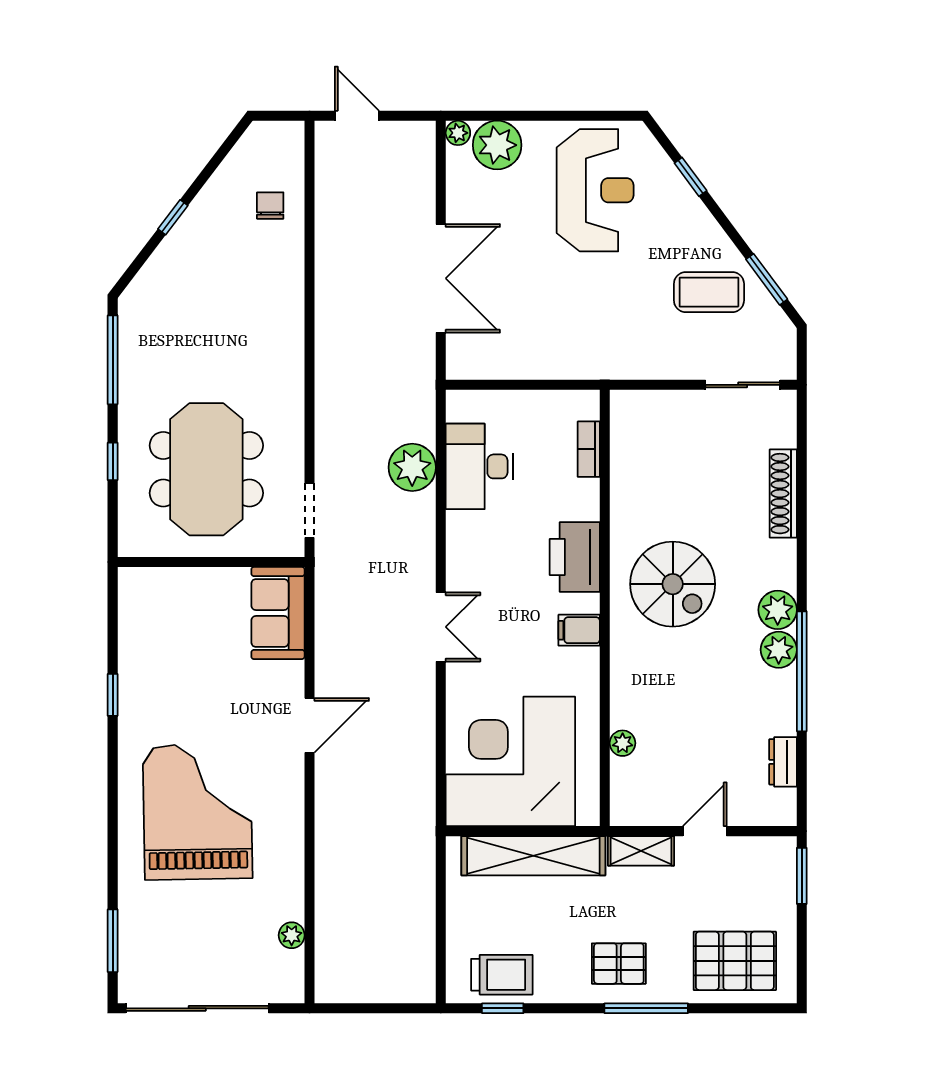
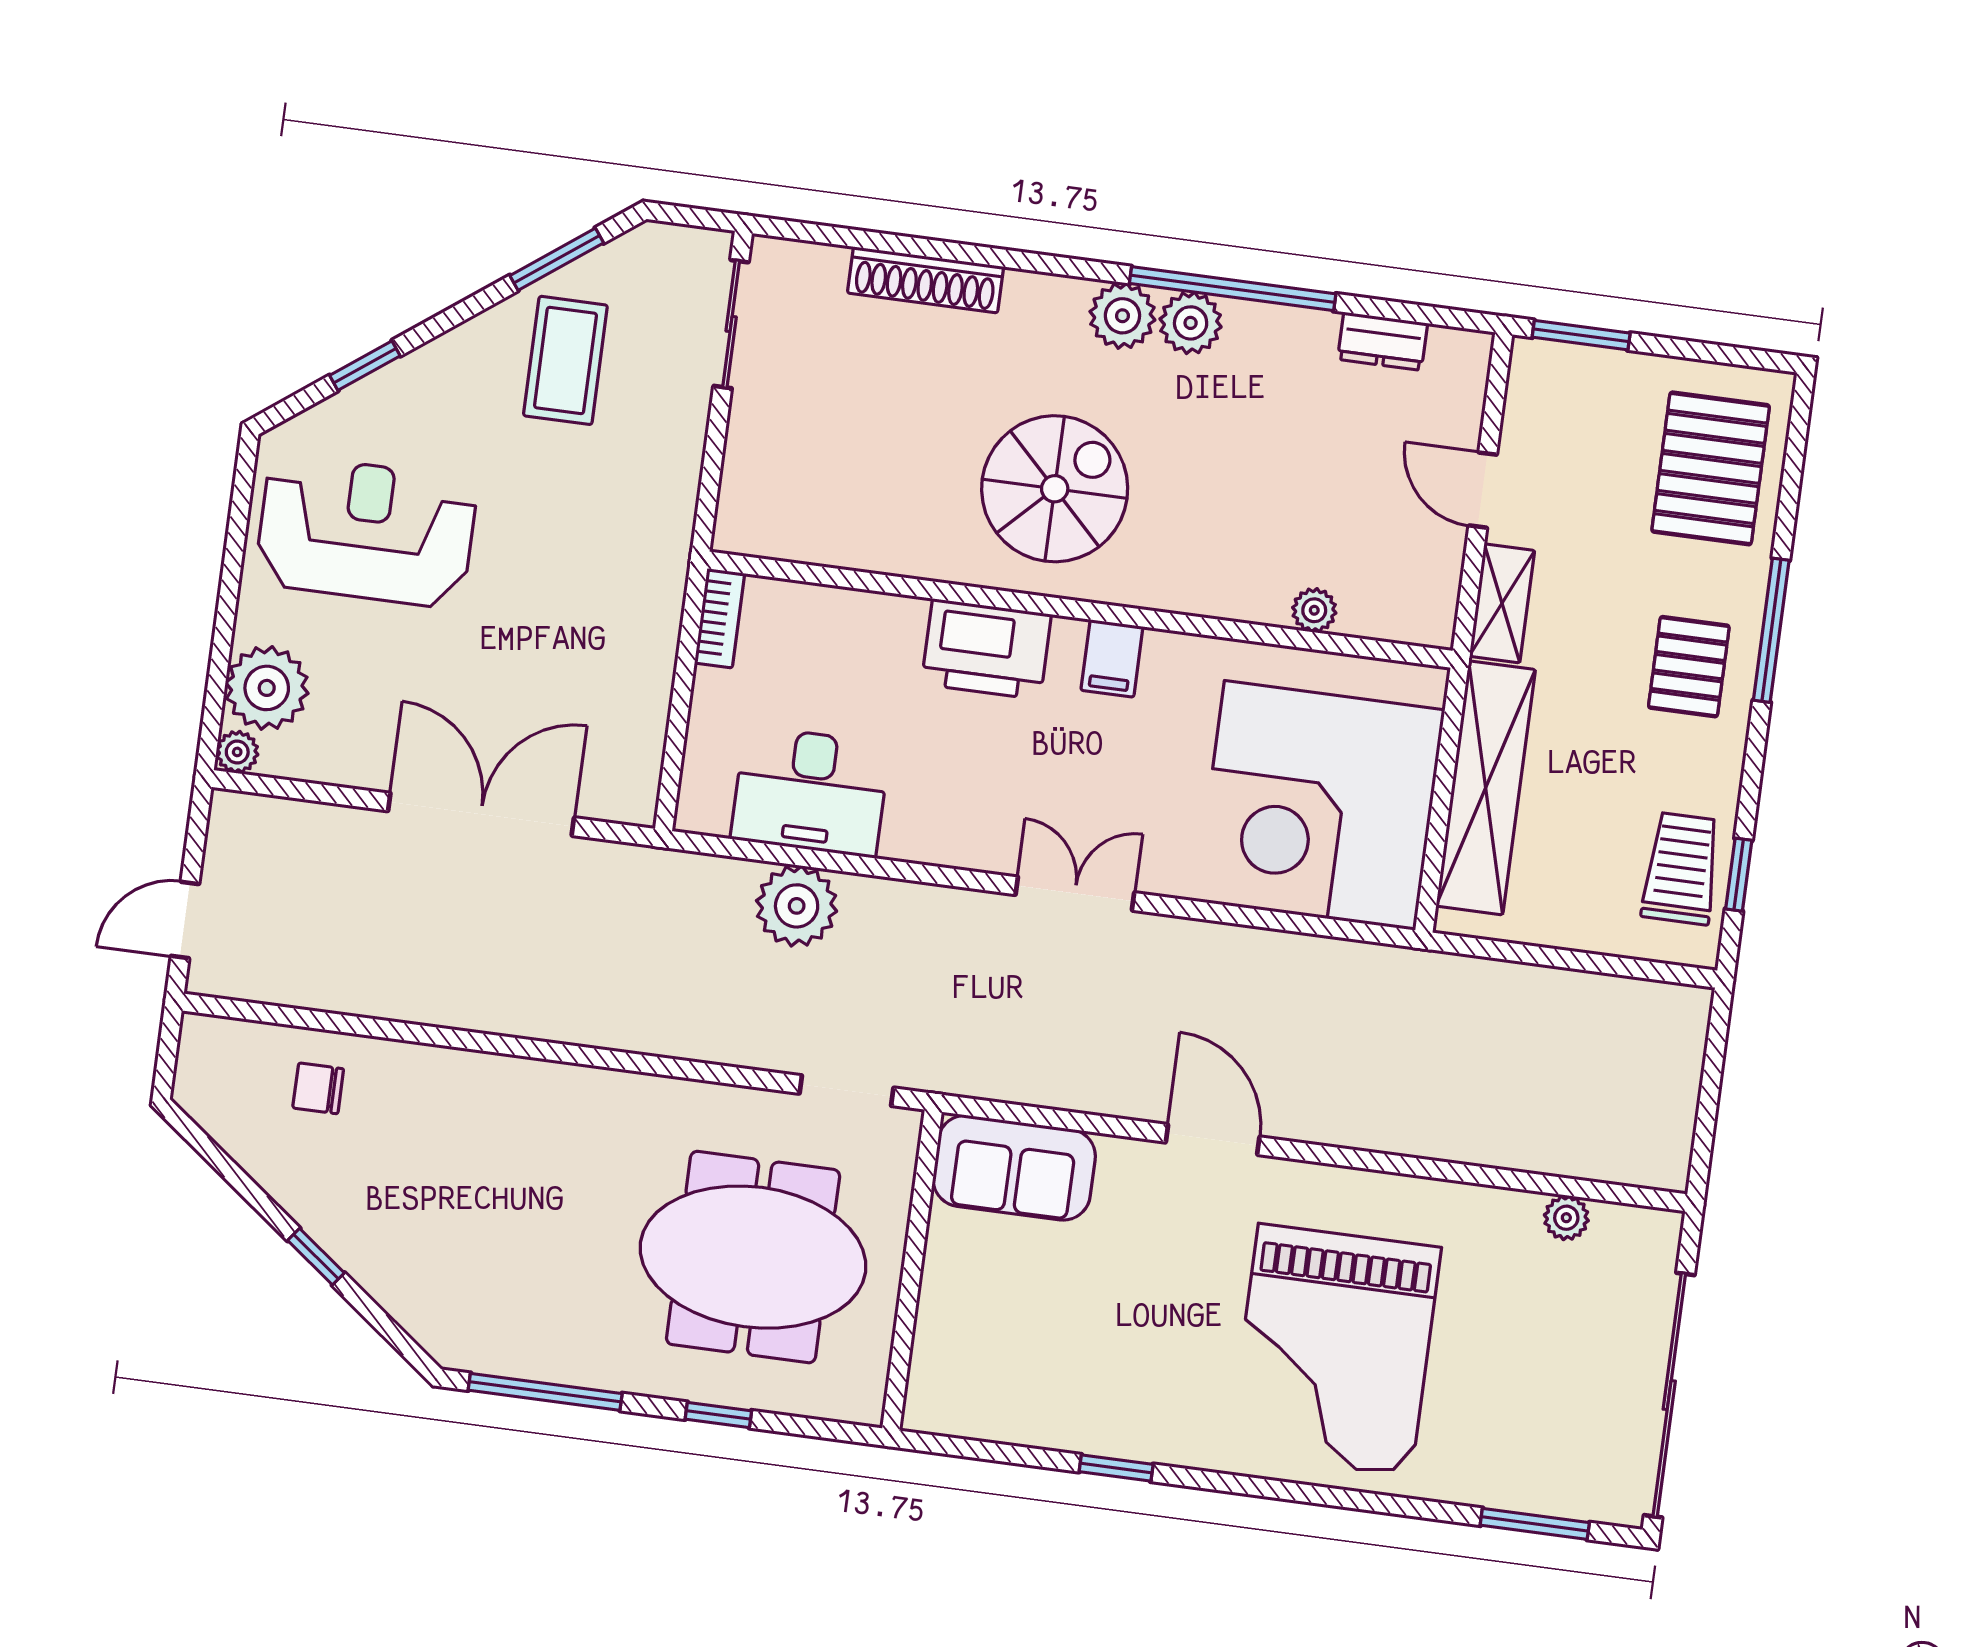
bookcase: (589, 449) -> (720, 618), moved, turned -90
grand piano: (198, 812) -> (1335, 1350), turned -89

